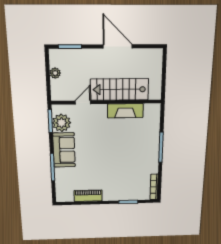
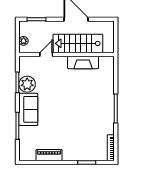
stairs: (120, 89) -> (78, 43), moved
door: (83, 102) -> (46, 54), moved
wall: (106, 102) -> (67, 54), moved
fireplace: (125, 111) -> (83, 62), moved

